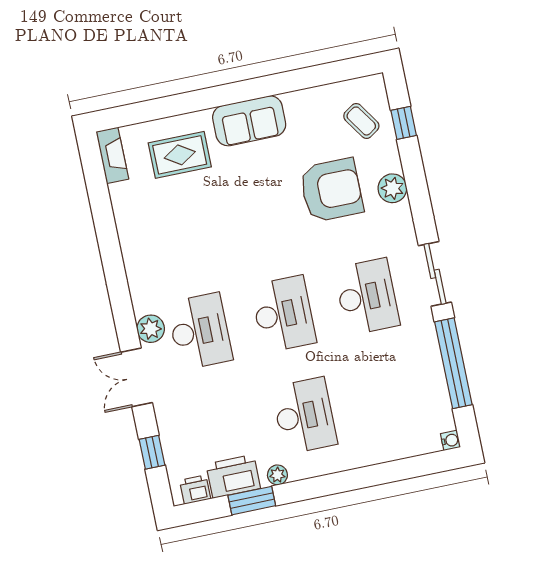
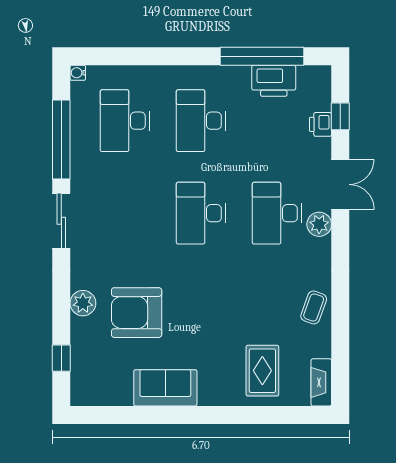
sofa: (249, 121) -> (165, 388), moved
coffee table: (361, 121) -> (314, 307), moved, turned 54
rug: (180, 155) -> (262, 371), turned 90
desk: (367, 297) -> (125, 121), moved
plant: (277, 475) -> (235, 74), removed
printer: (195, 490) -> (320, 124), moved, turned 90
window: (252, 501) -> (262, 56), width x2.11

